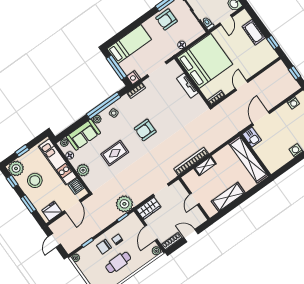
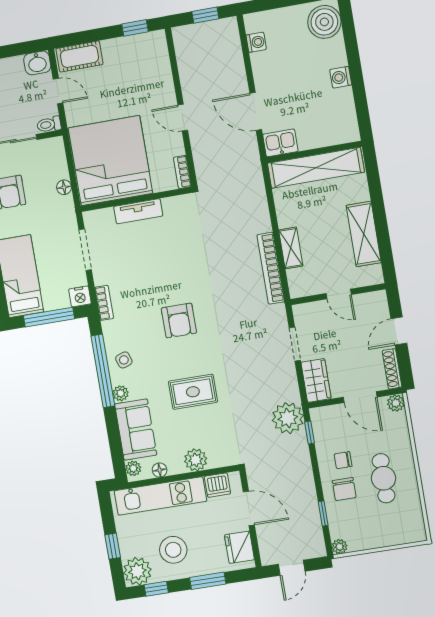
cot: (254, 32) -> (79, 56), moved
rug: (115, 153) -> (193, 392), turned 90
door: (54, 240) -> (292, 568), hinge flipped

